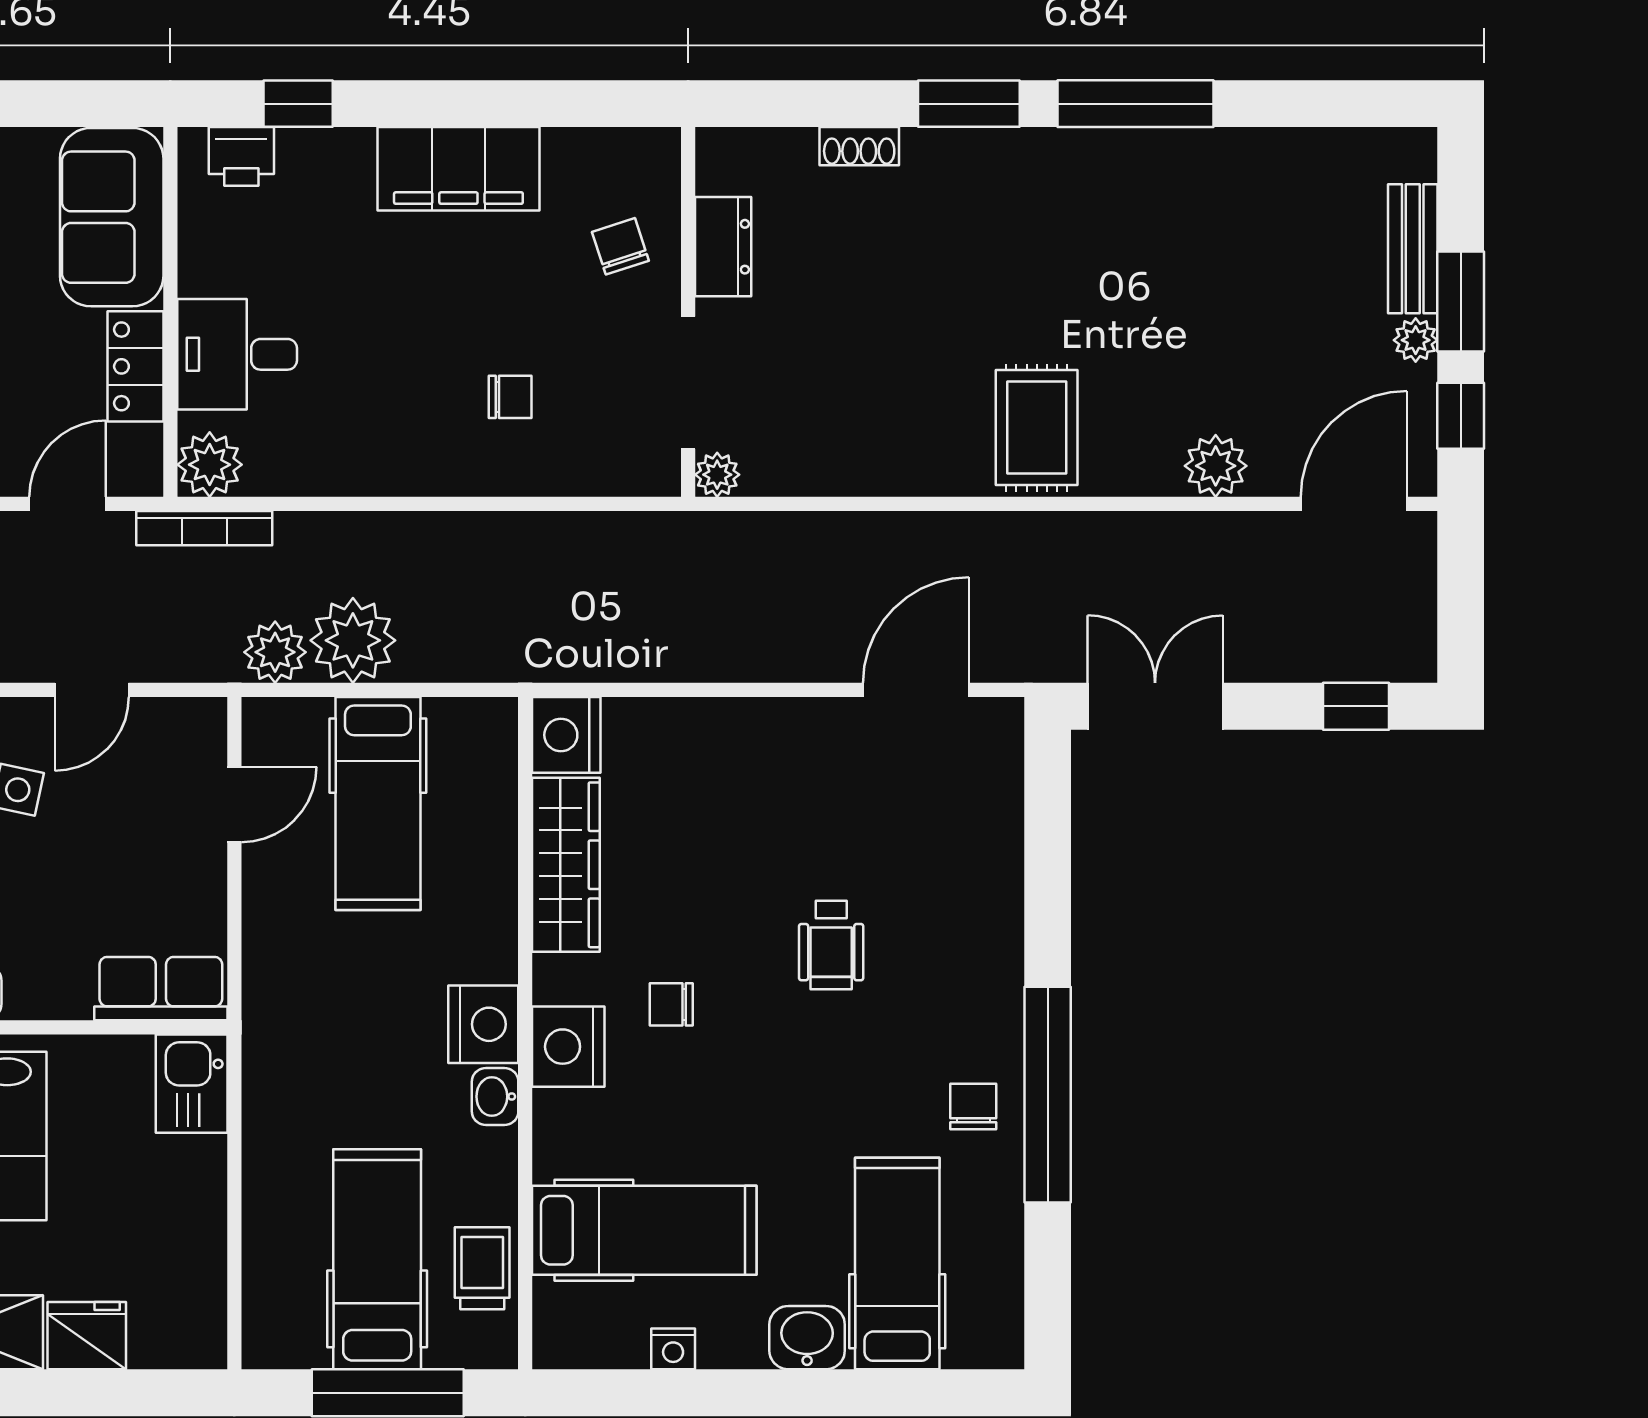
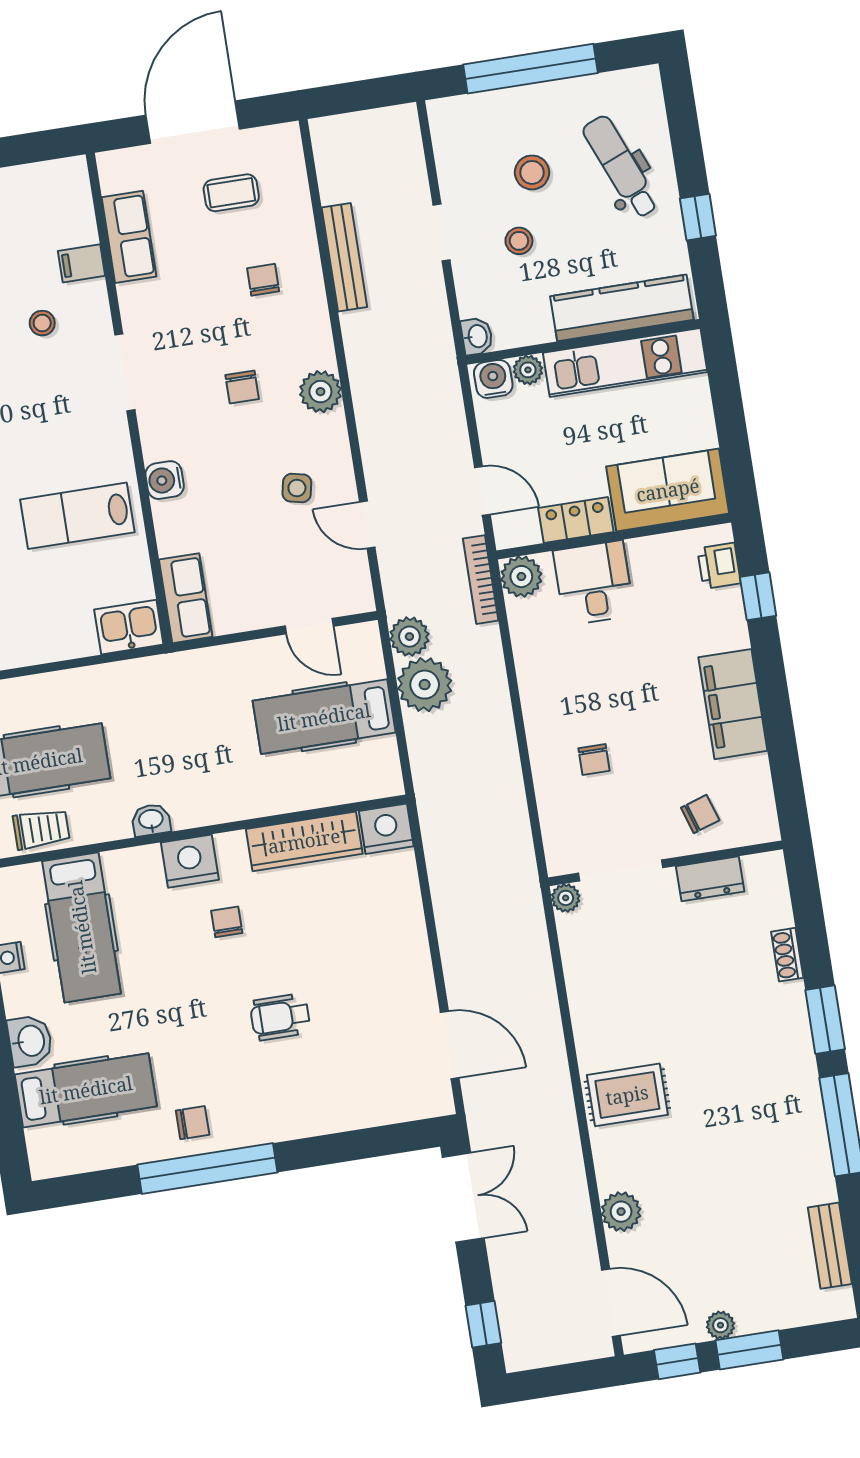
bench: (1413, 249) -> (830, 1246), moved, turned 90
nightstand: (483, 1024) -> (195, 805), removed

